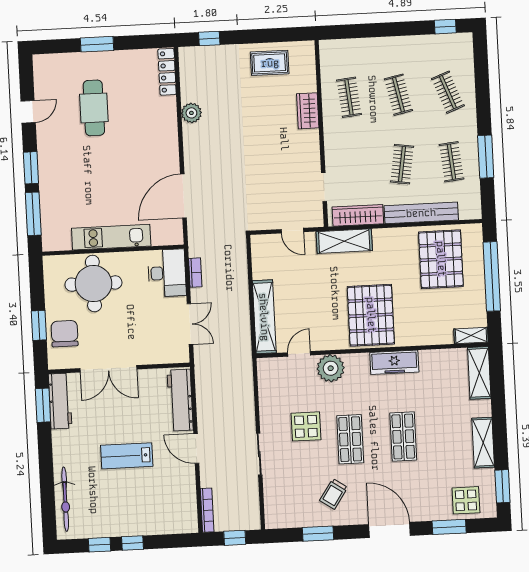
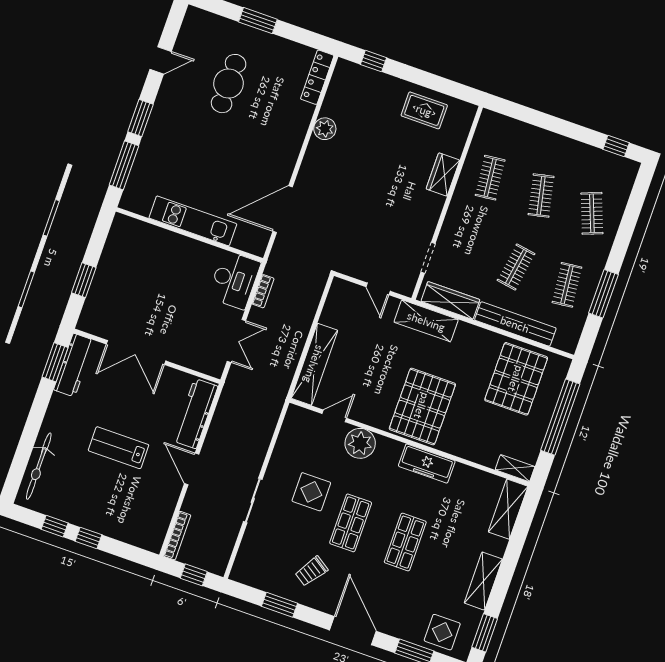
round table: (93, 284) -> (156, 260), removed
chair: (65, 334) -> (106, 299), removed

